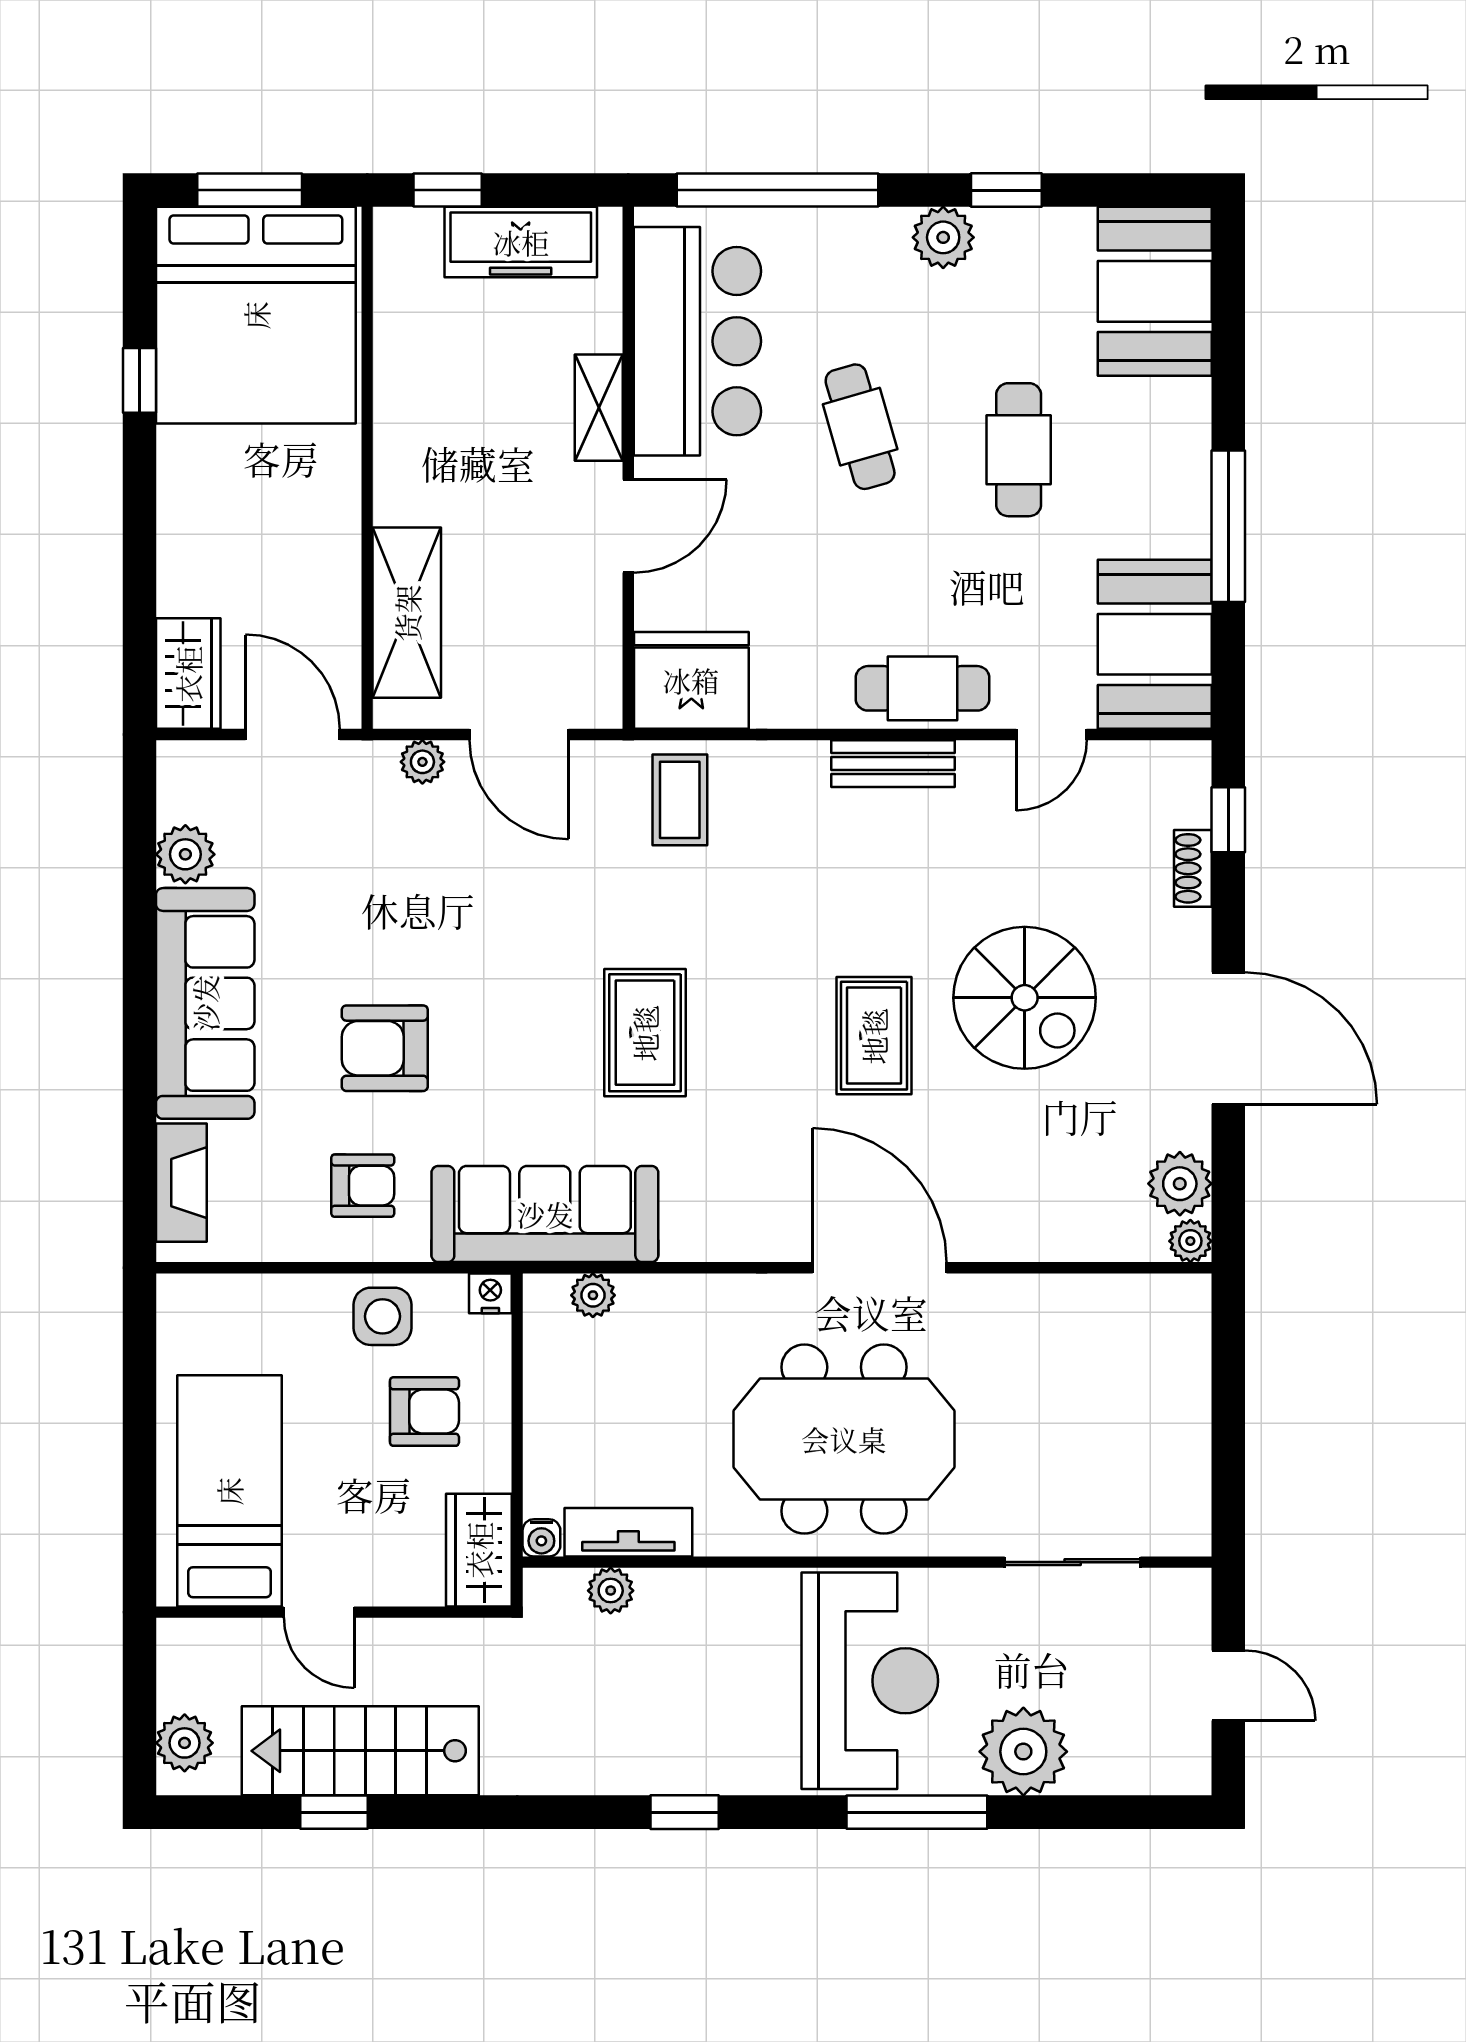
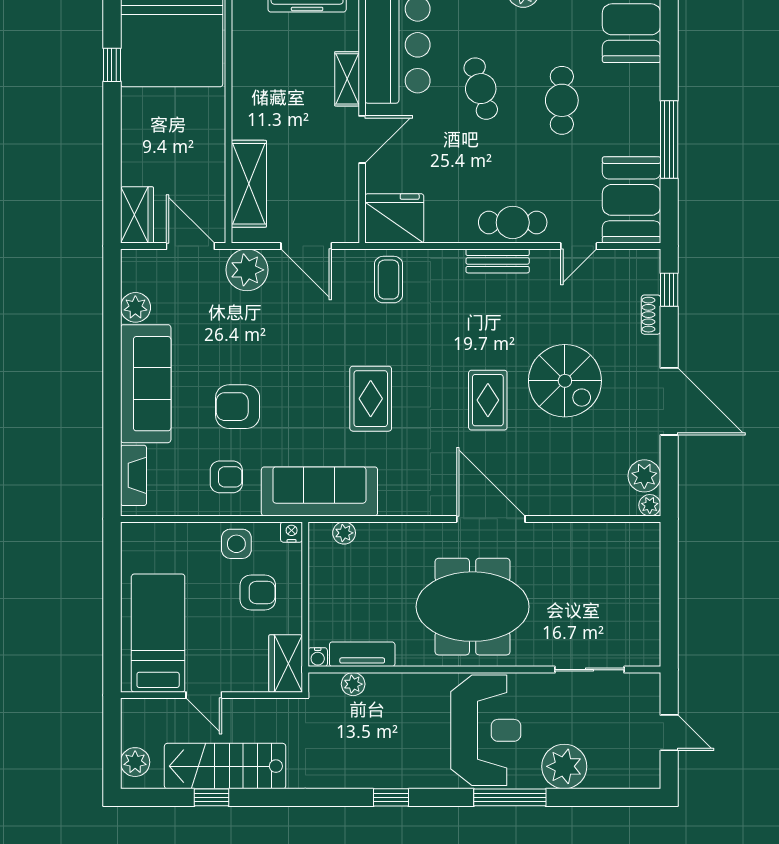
plant: (422, 762) -> (247, 270), width x1.88, depth x1.88

